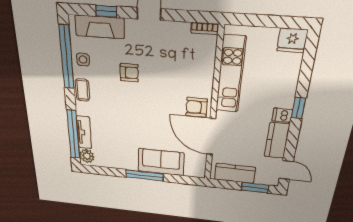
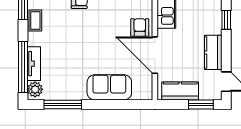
armchair: (197, 107) -> (140, 28), turned 90
dishwasher: (282, 115) -> (214, 28), removed
window: (145, 175) -> (63, 105), moved

